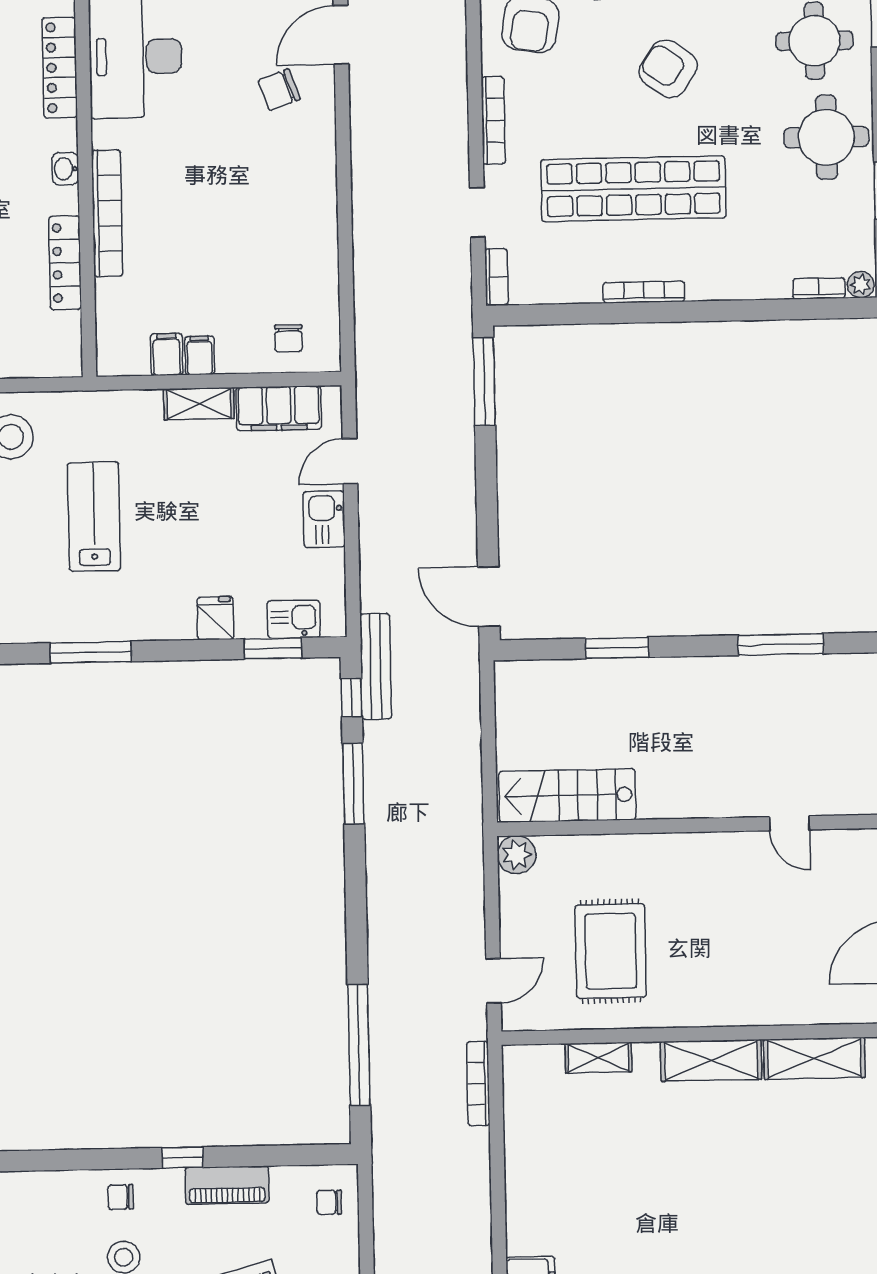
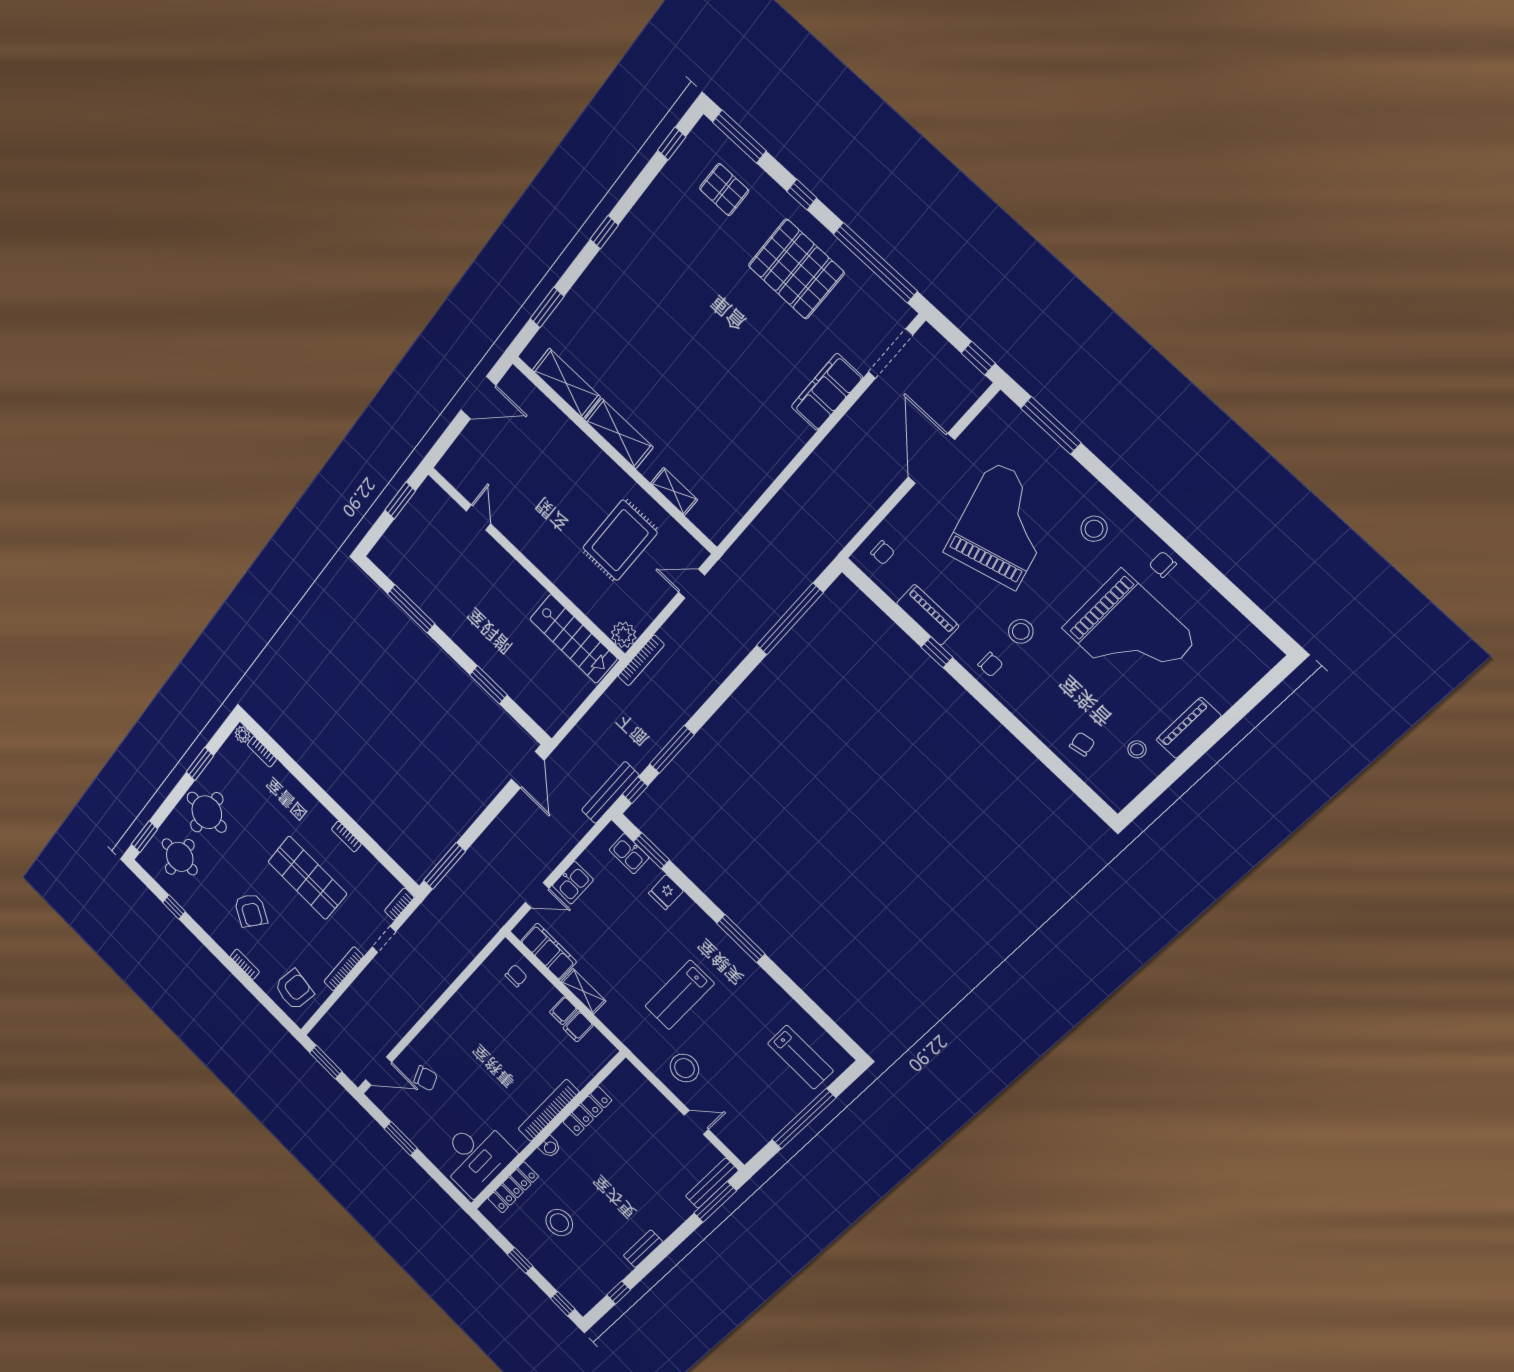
shop shelf: (633, 189) -> (307, 878), width x0.71
bookcase: (644, 292) -> (346, 837), width x0.64
bookcase: (478, 1084) -> (641, 660), moved

